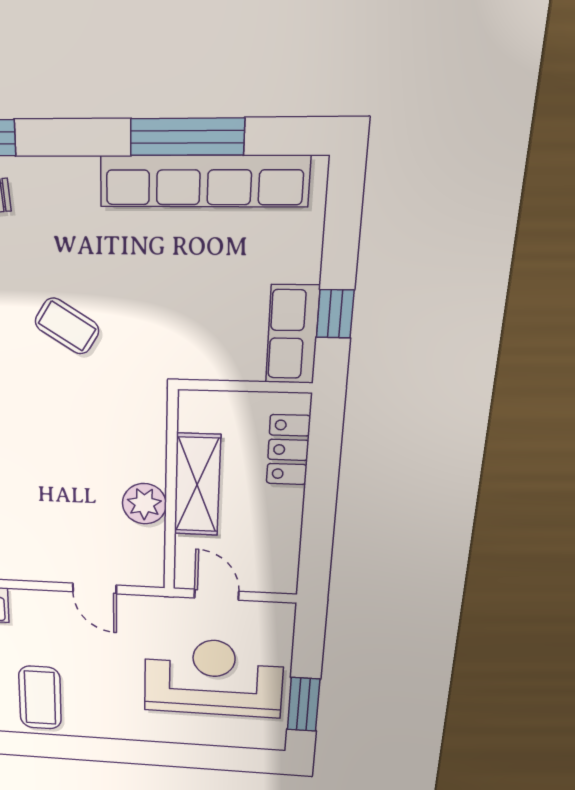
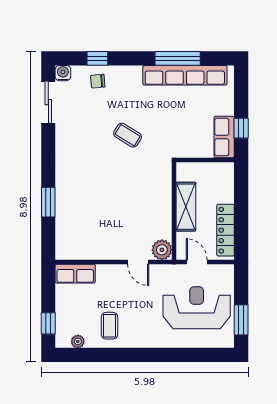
locker: (288, 450) -> (226, 230), moved, width x1.53
plant: (144, 504) -> (162, 250), moved
coffee table: (40, 698) -> (109, 326), width x0.73, depth x0.77

